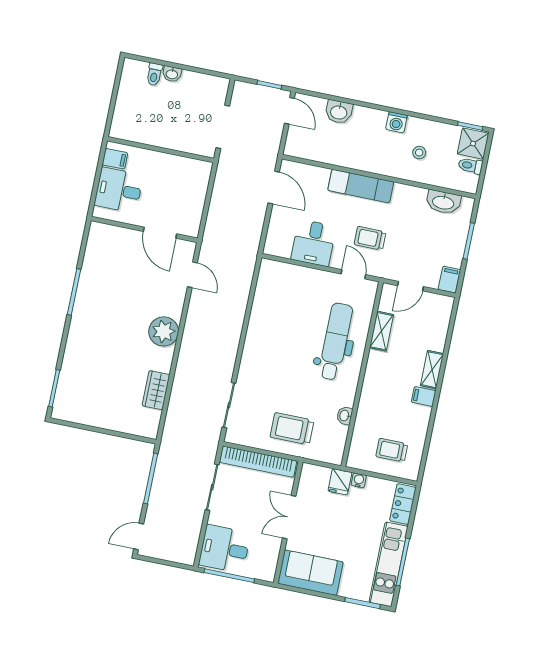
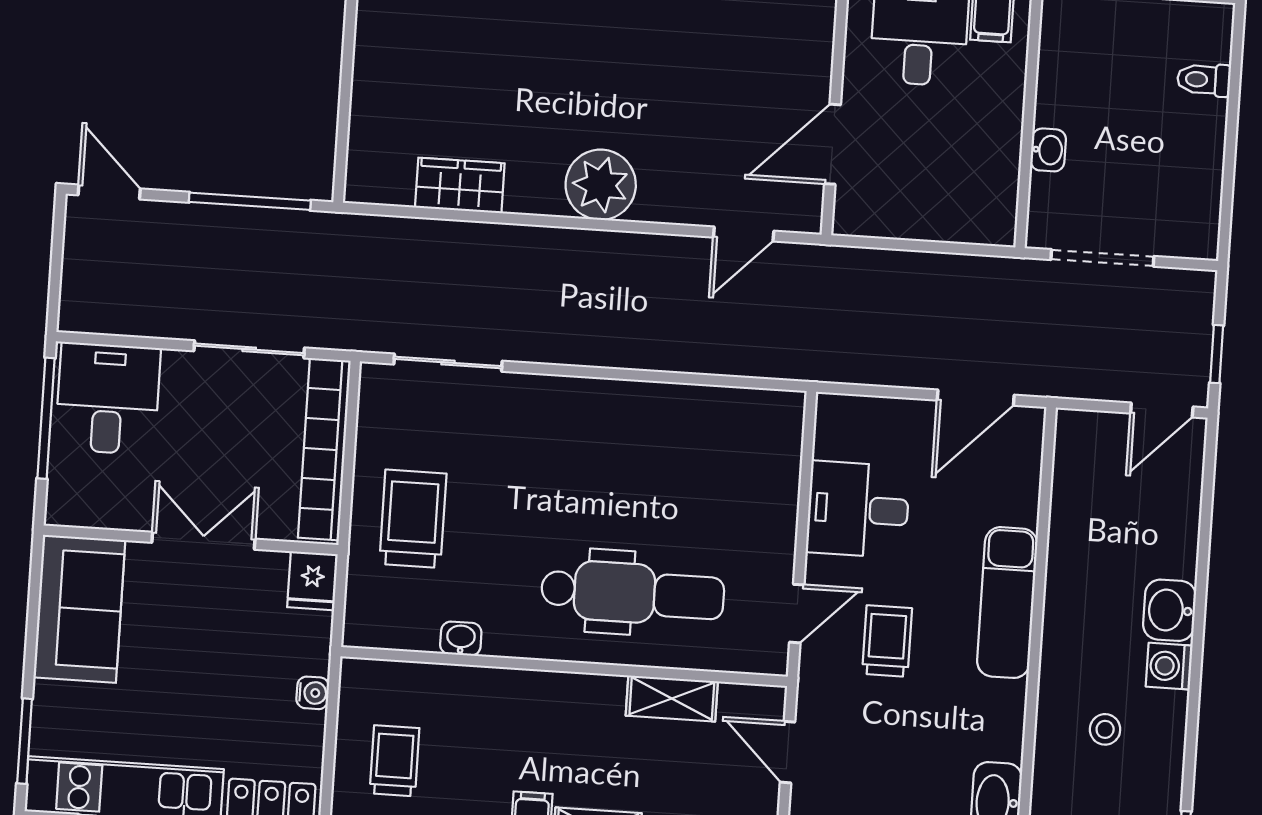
washbasin: (172, 74) -> (1048, 150), moved, turned 180
washbasin: (339, 112) -> (1169, 610), moved
fridge: (340, 482) -> (312, 581), moved, turned -90

